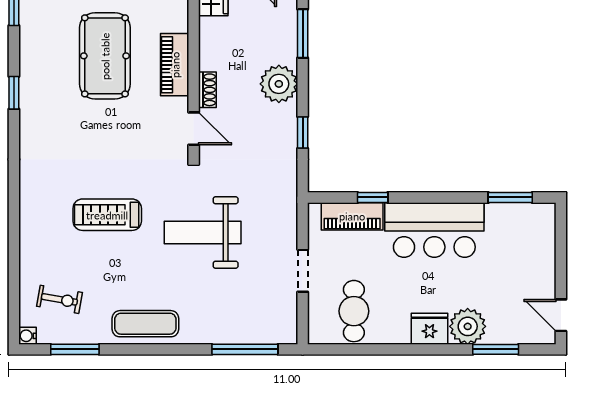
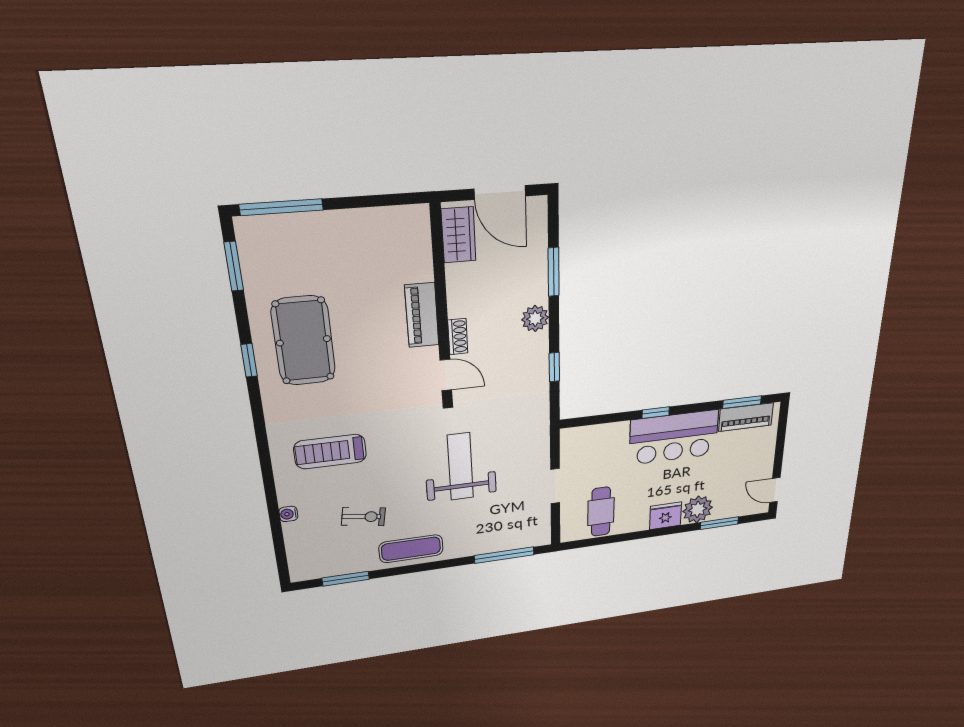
pool table: (105, 56) -> (304, 341), moved
plant: (279, 84) -> (535, 318), width x0.73, depth x0.73
window: (373, 197) -> (656, 413), moved
treadmill: (107, 215) -> (330, 452), moved
piano: (352, 216) -> (746, 417), moved
weight bench: (203, 232) -> (460, 467), turned 90
exercise bike: (59, 299) -> (363, 517), moved
water cooler: (27, 336) -> (288, 514), moved

